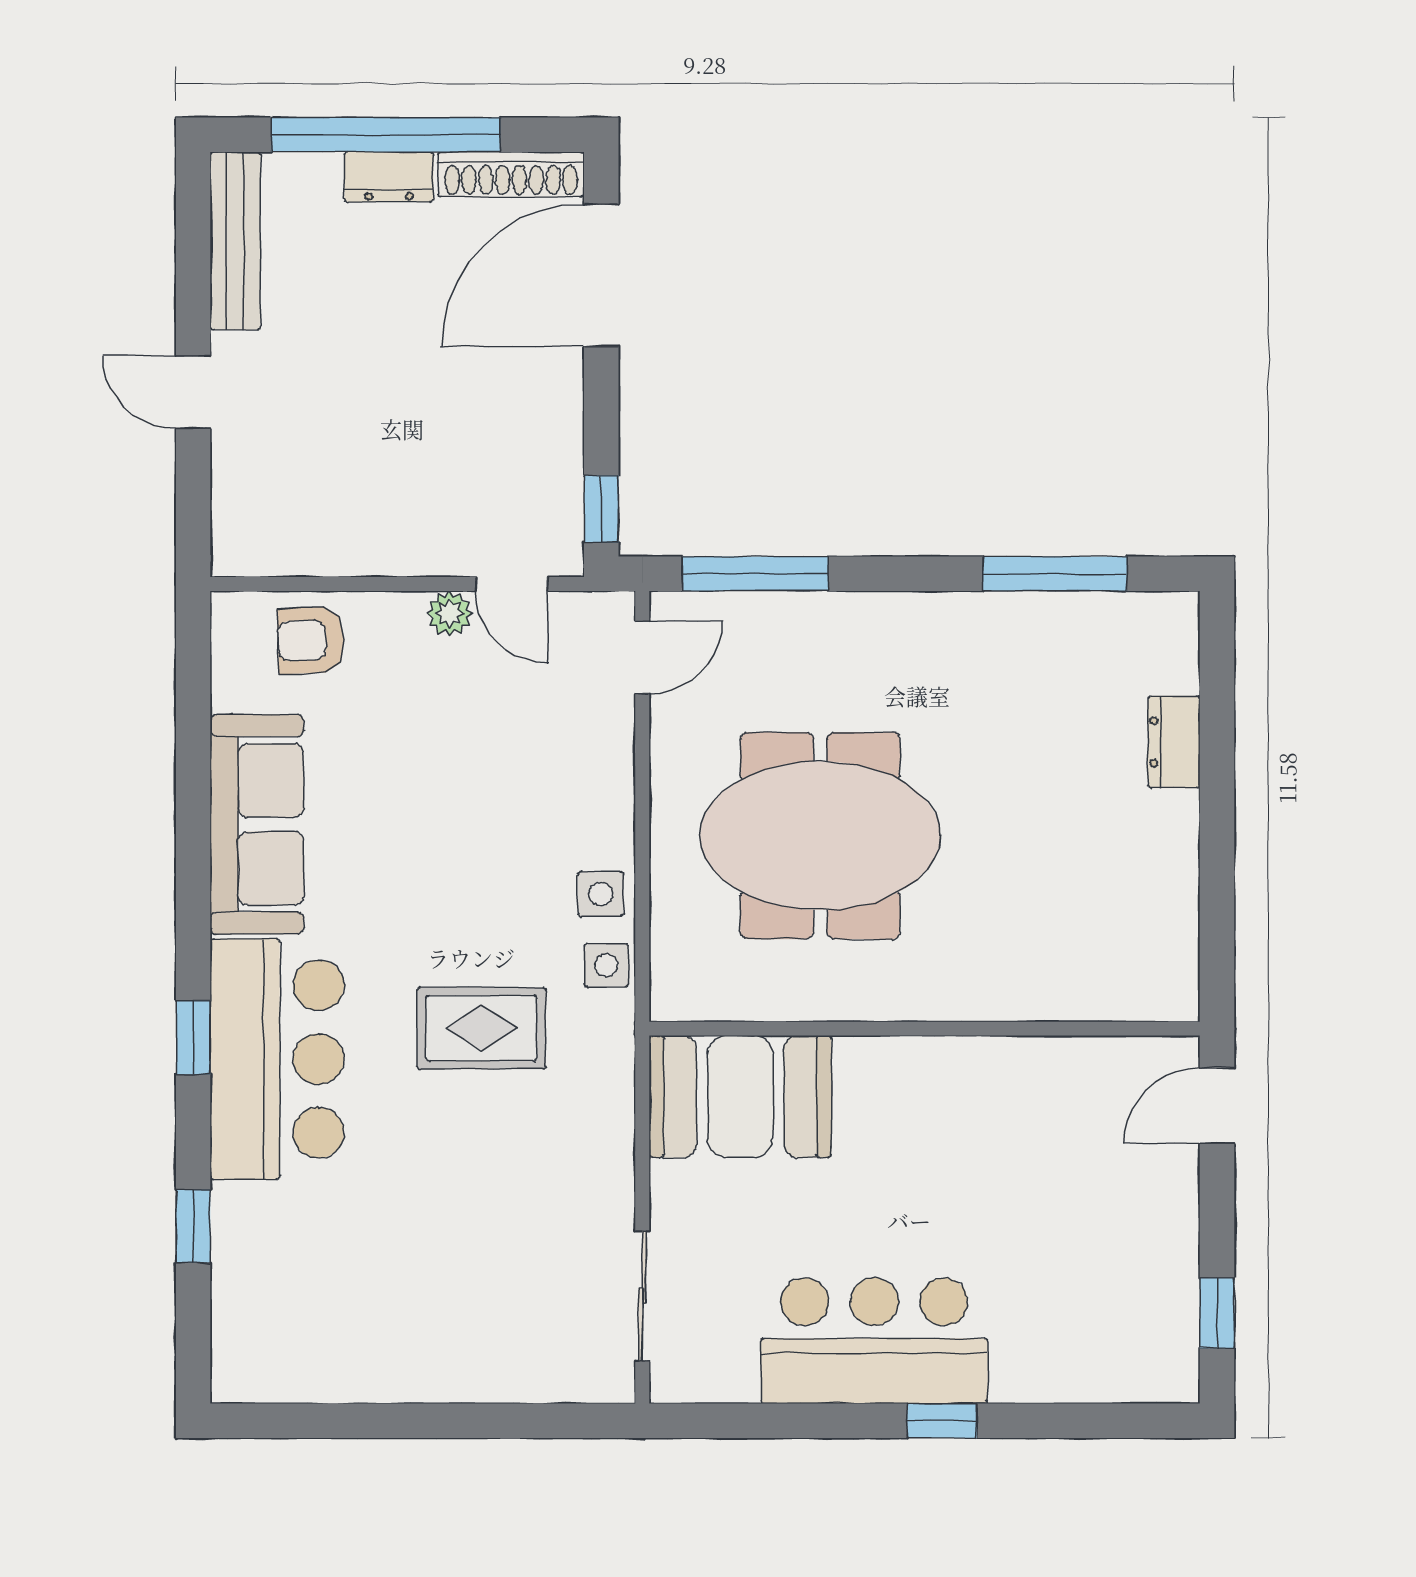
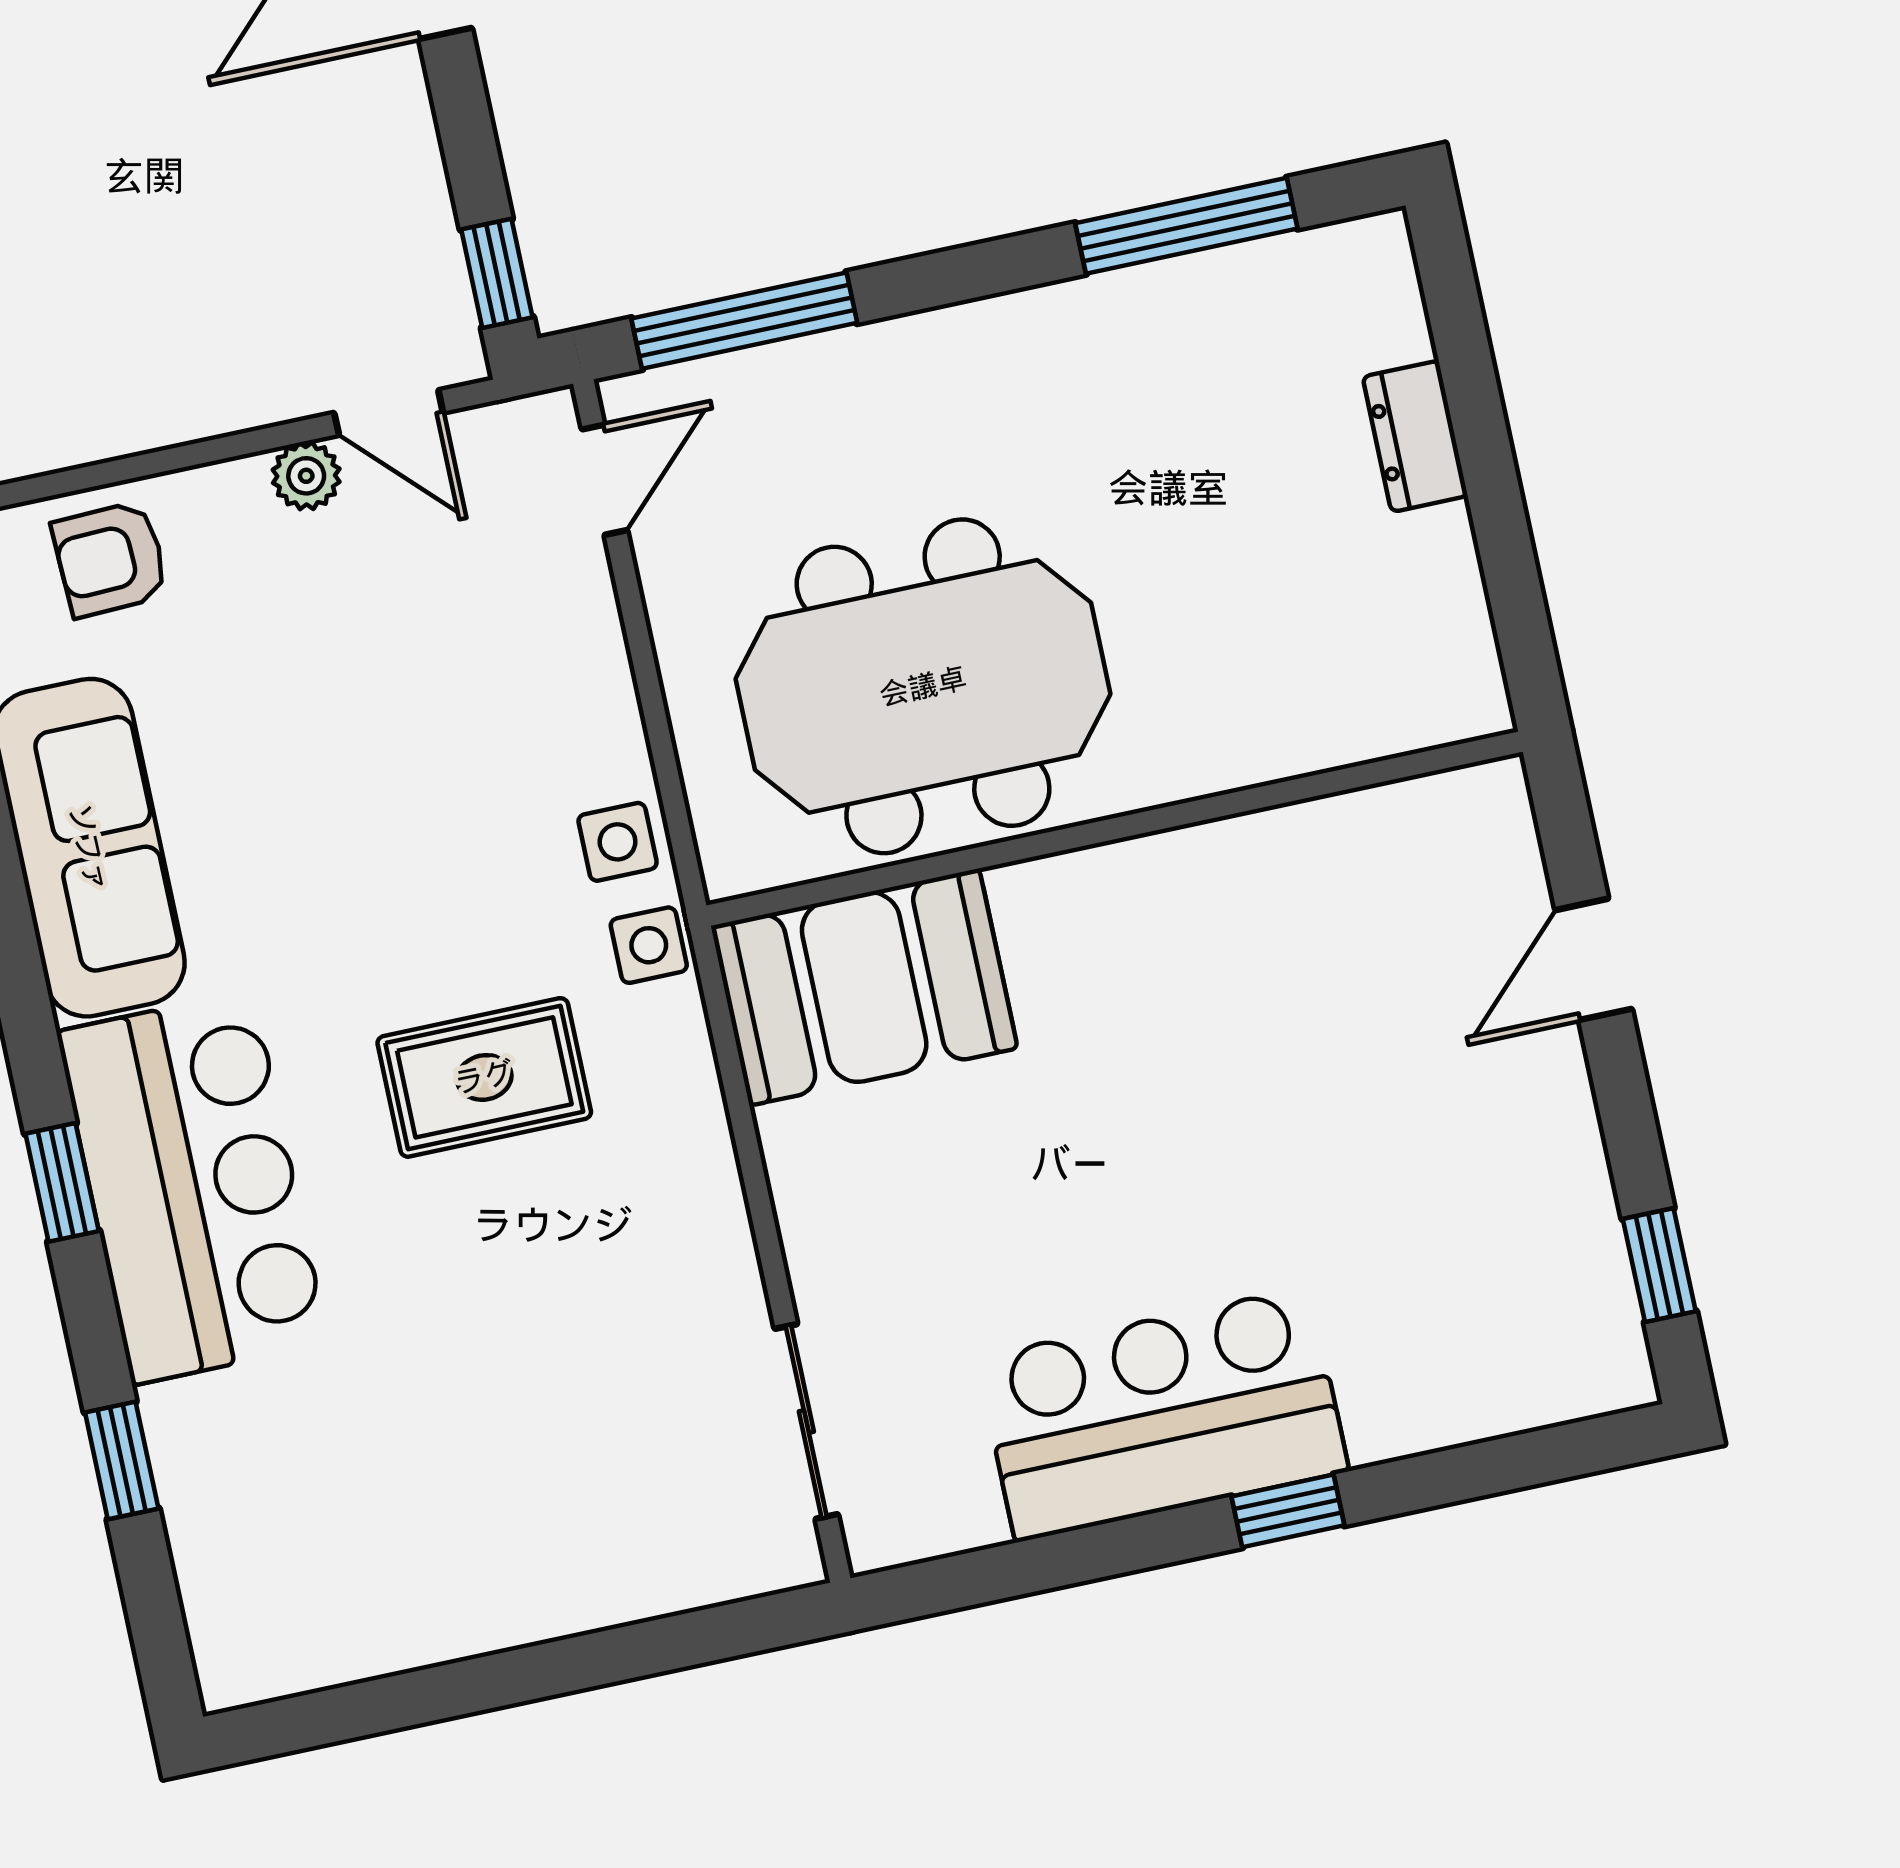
wall: (925, 1029) -> (1115, 829), moved
booth: (740, 1097) -> (864, 987), moved

